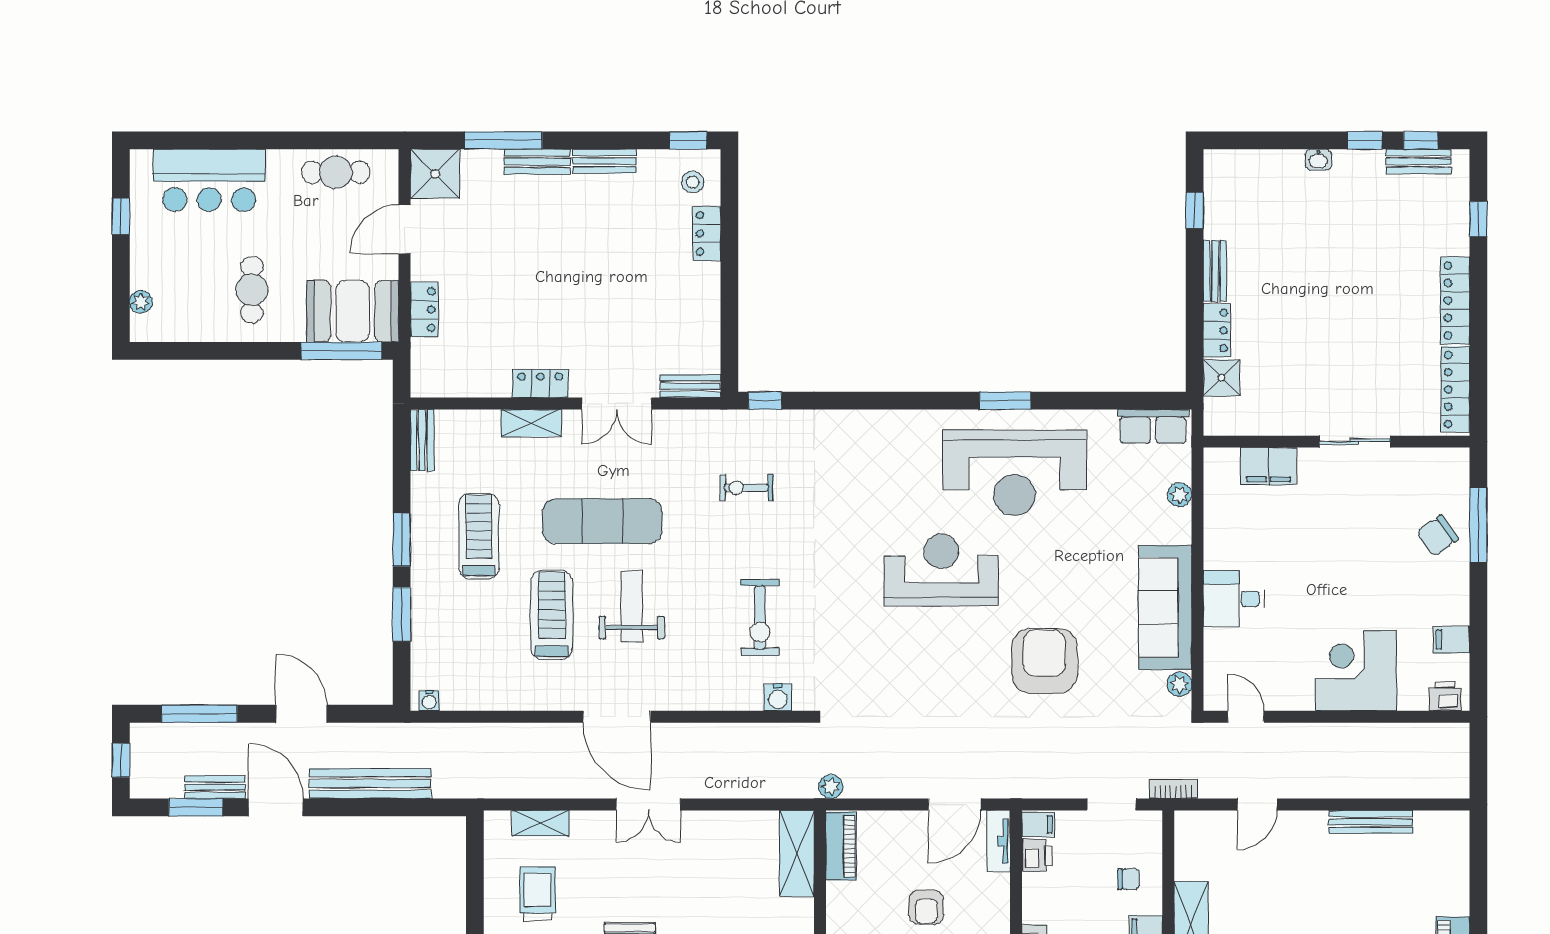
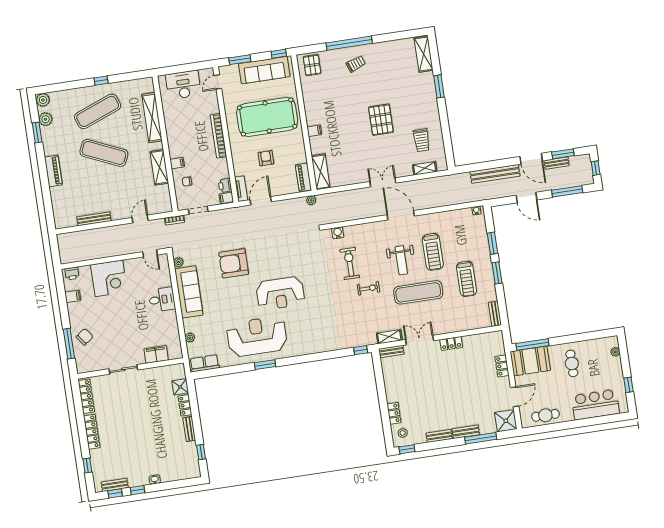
shelving: (531, 423) -> (389, 337), moved
exercise bike: (746, 488) -> (368, 288), moved
armchair: (1044, 661) -> (234, 263), turned 90

